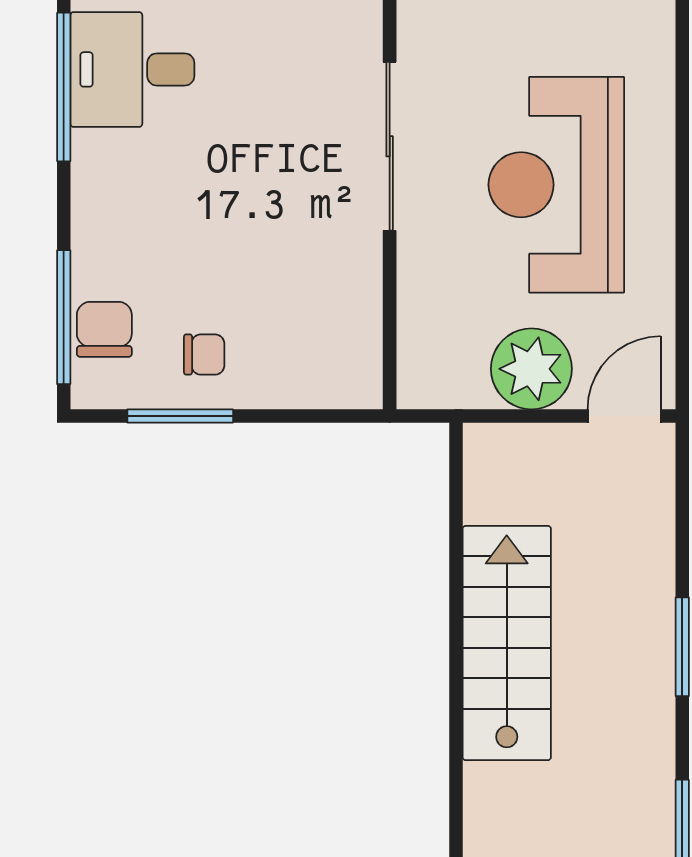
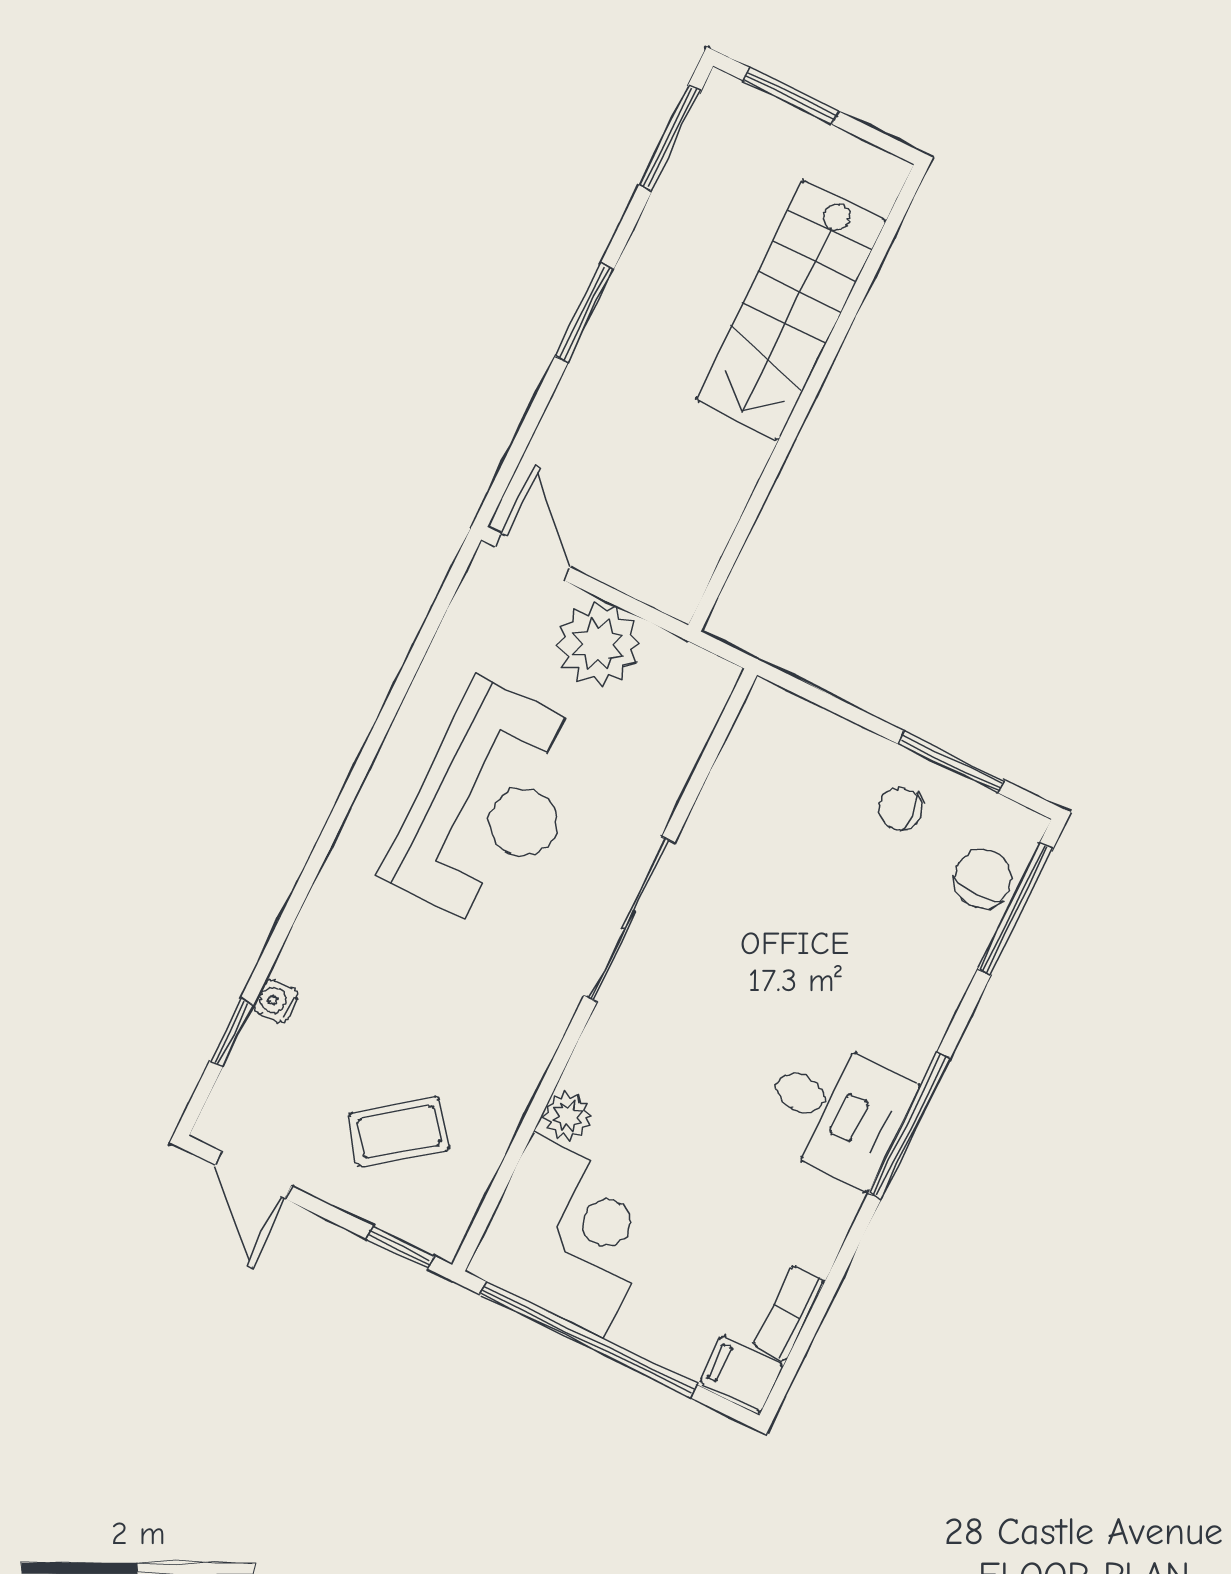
chair: (104, 329) -> (983, 879), turned 180
door: (624, 416) -> (533, 557), swing flipped
stairs: (507, 643) -> (791, 310), moved

